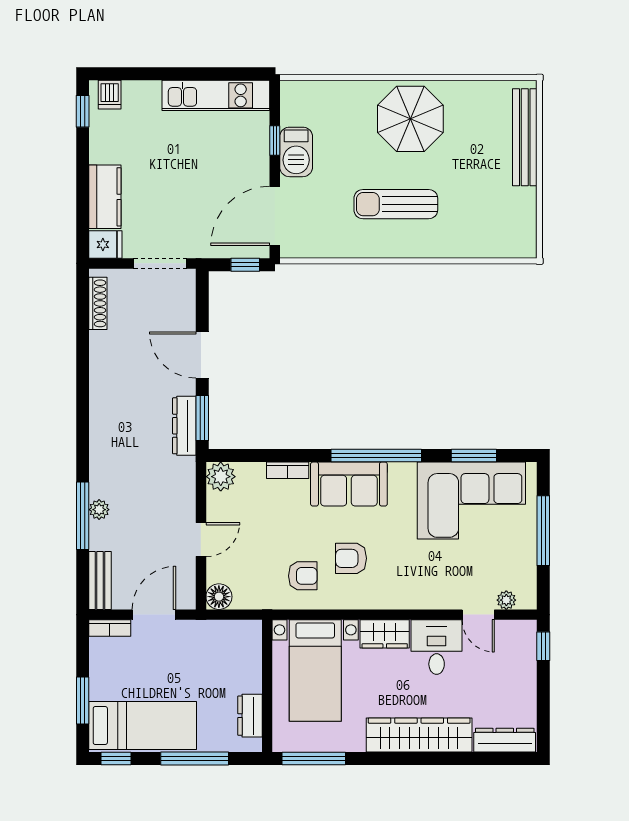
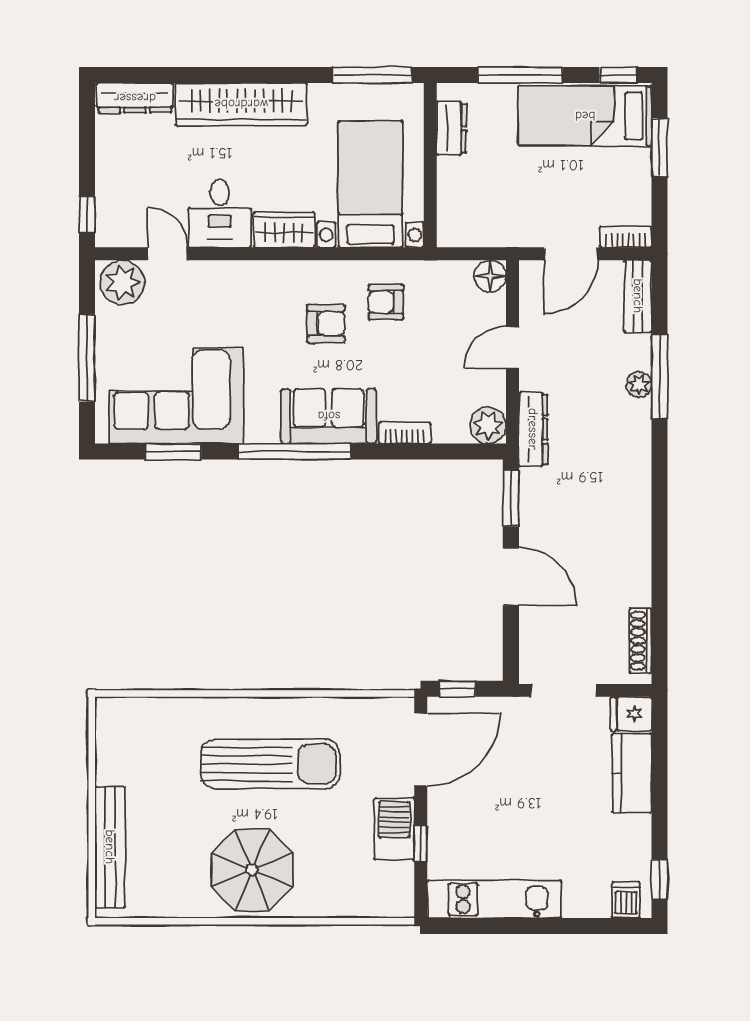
sun lounger: (396, 204) -> (270, 764), width x1.36, depth x1.34
dresser: (184, 426) -> (533, 429), moved
plant: (506, 600) -> (123, 282), width x1.88, depth x1.88

